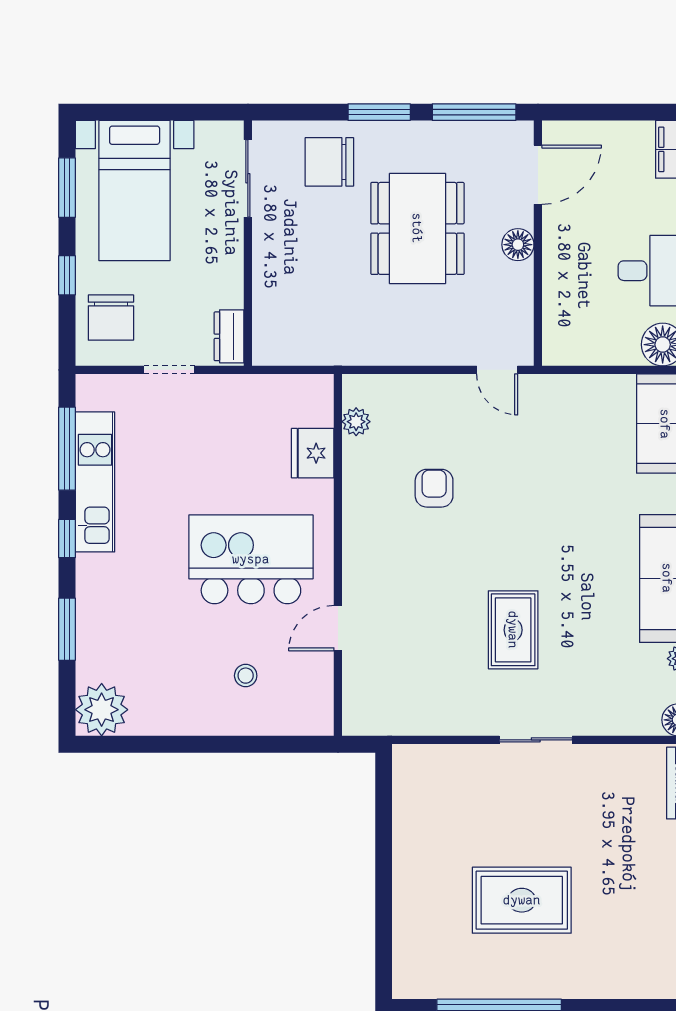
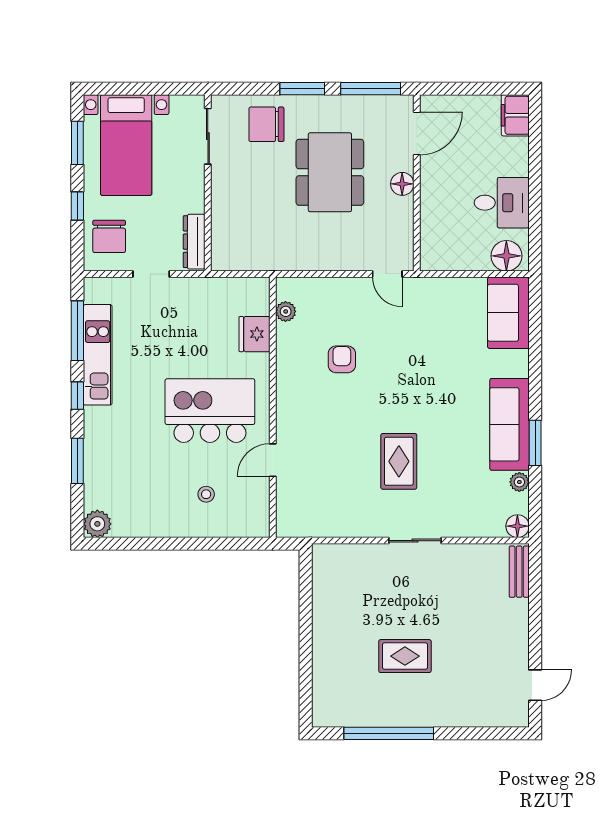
dresser: (229, 336) -> (194, 242), width x1.44
plant: (102, 710) -> (97, 524), width x0.73, depth x0.73
rug: (522, 900) -> (405, 656), width x0.73, depth x0.70

